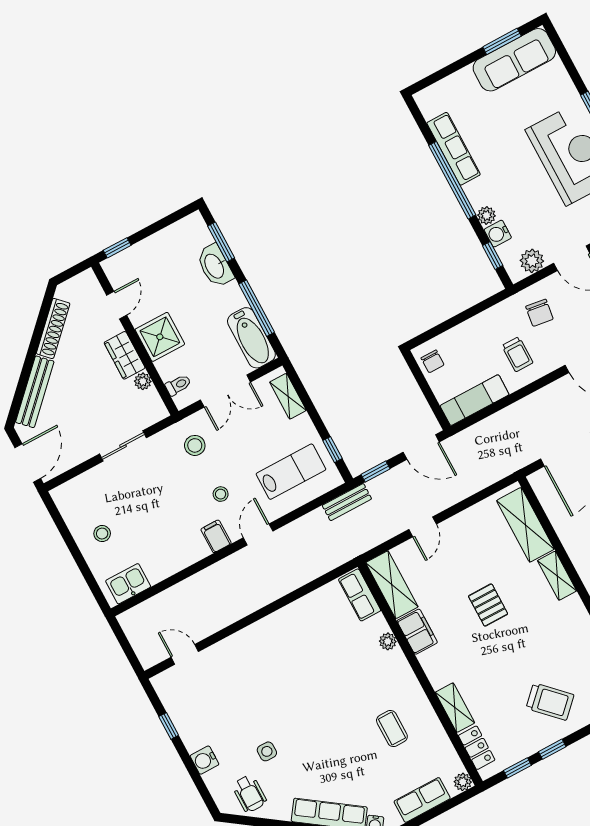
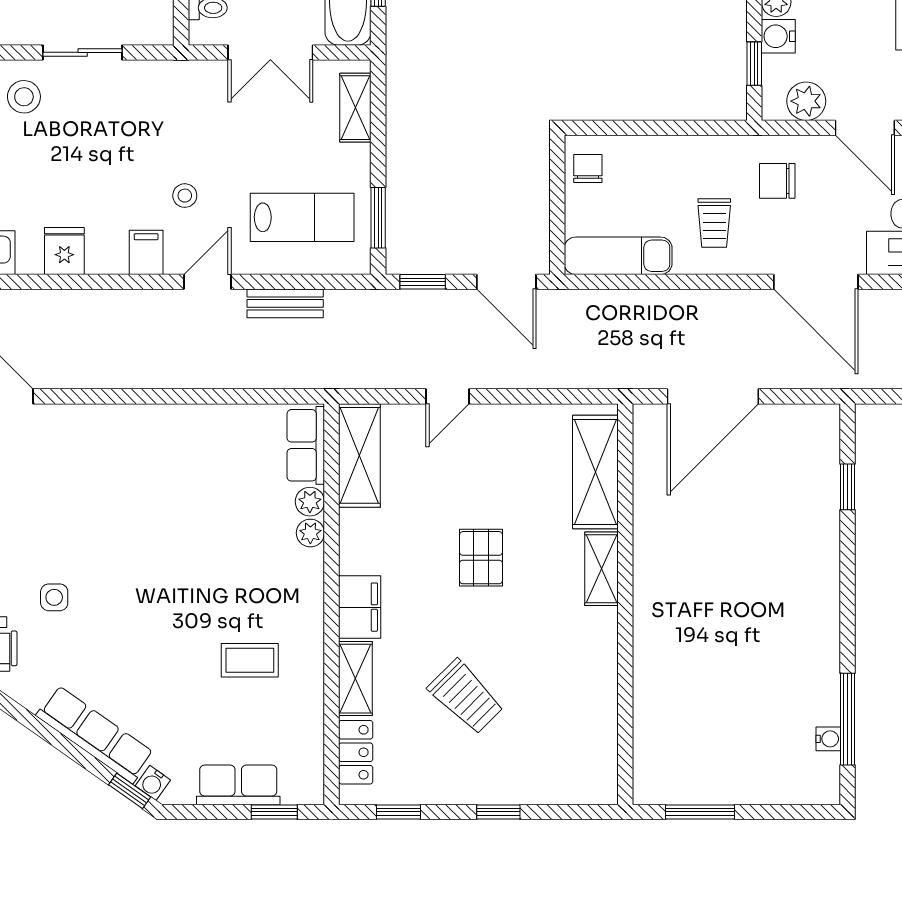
chair: (539, 313) -> (777, 181), turned 82
chair: (433, 361) -> (588, 168), turned 180
stool: (195, 445) -> (24, 97), moved
window: (333, 450) -> (378, 218), width x1.50
bench: (347, 502) -> (285, 303), moved
fridge: (171, 560) -> (64, 251), added
filing cabinet: (417, 632) -> (360, 607), moved
trolley: (550, 702) -> (466, 697), moved
coffee table: (392, 729) -> (250, 660), turned 90
window: (552, 749) -> (498, 812), moved
plant: (463, 782) -> (310, 502), moved
window: (450, 804) -> (274, 812), added

